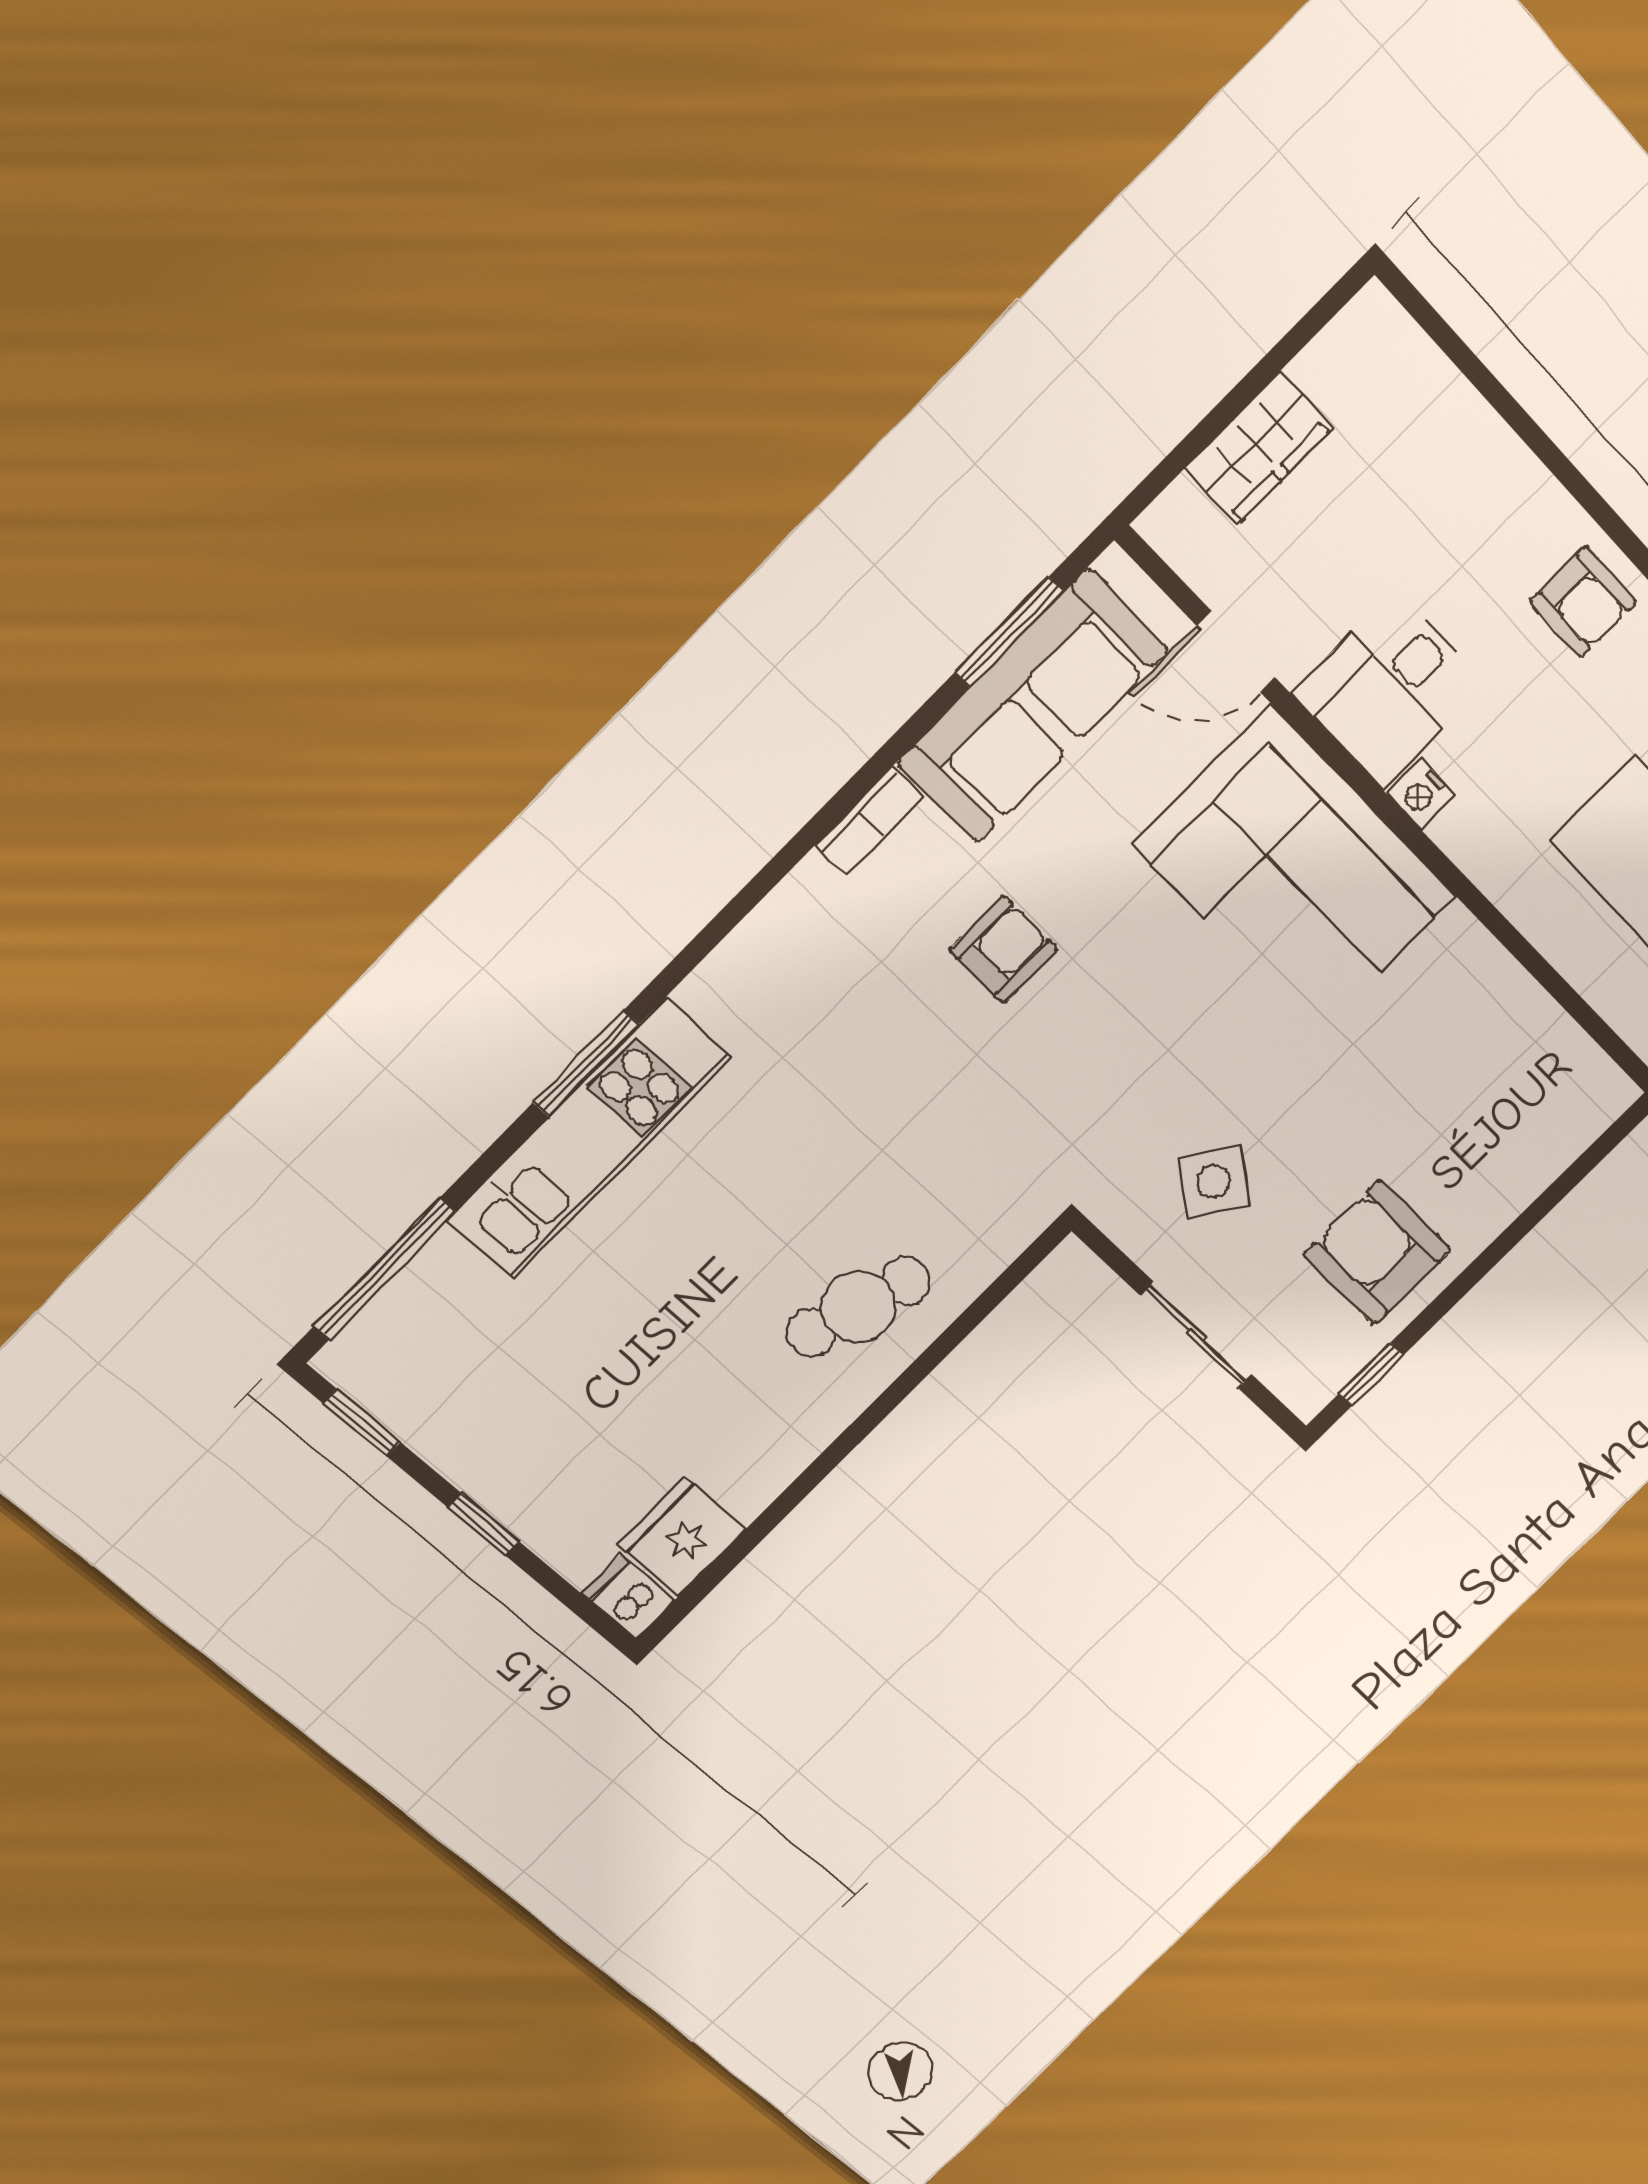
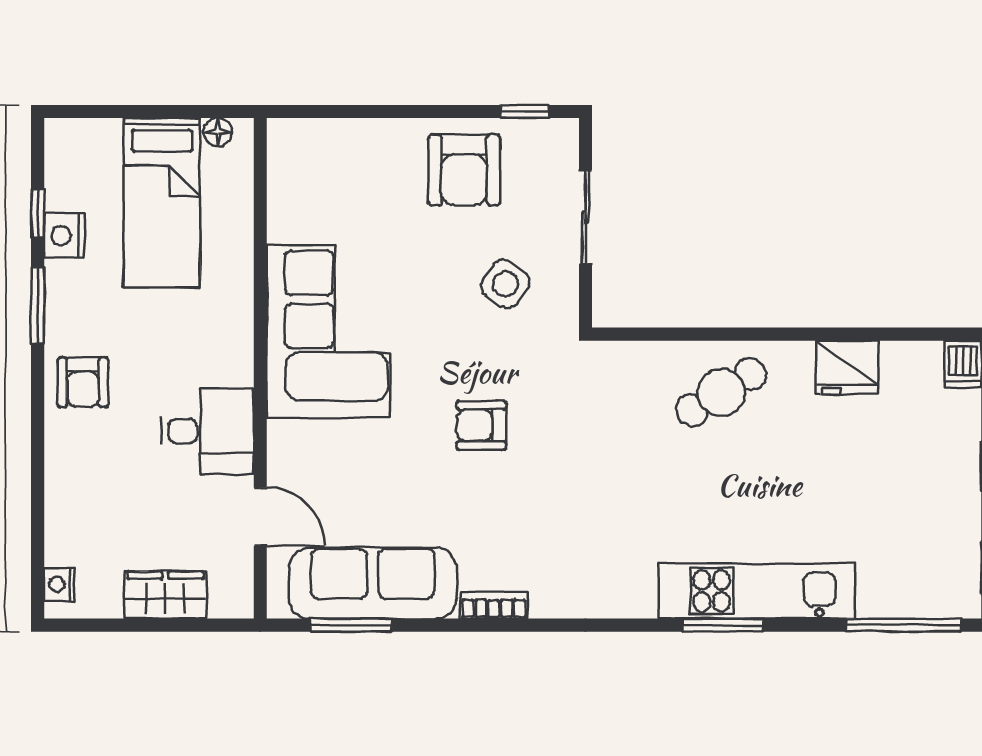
armchair: (1583, 602) -> (83, 382), turned 180
nightstand: (1421, 794) -> (60, 584), moved, turned 180
corner sofa: (1295, 871) -> (328, 331), moved
armchair: (1003, 949) -> (481, 425), moved
cafe table: (859, 1307) -> (721, 392), turned -49
fridge: (682, 1537) -> (847, 367), moved

